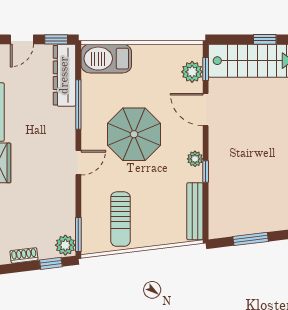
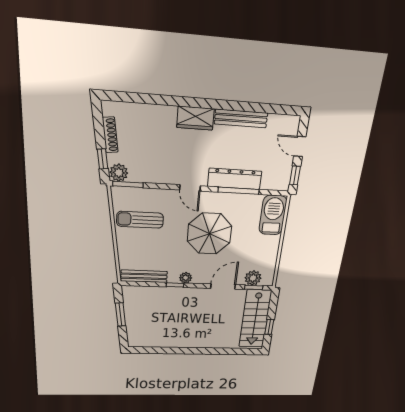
dresser: (64, 75) -> (235, 179), moved
shoe rack: (24, 255) -> (110, 135), width x1.43

